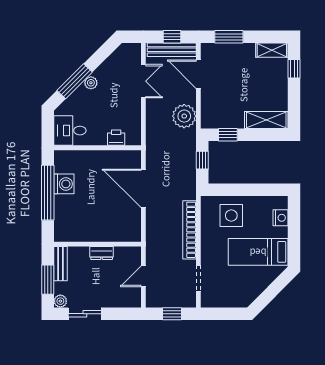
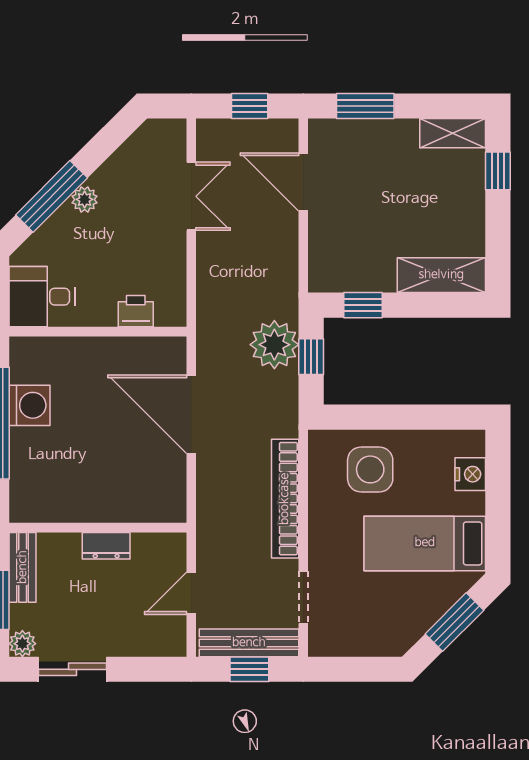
bench: (172, 50) -> (249, 643), moved
plant: (184, 116) -> (274, 345), moved
window: (273, 291) -> (454, 622), added

